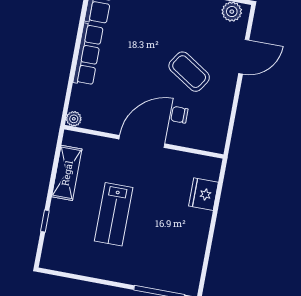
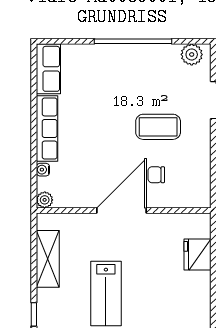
coffee table: (189, 72) -> (158, 127), turned -33
water cooler: (77, 91) -> (43, 170), added

